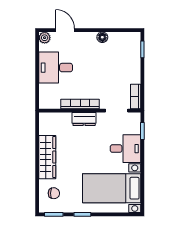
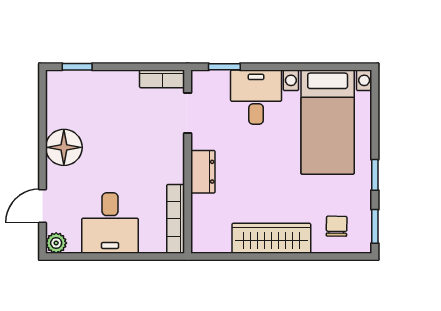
floor lamp: (102, 37) -> (64, 147), width x1.89, depth x1.89
bookcase: (80, 104) -> (176, 219), moved

